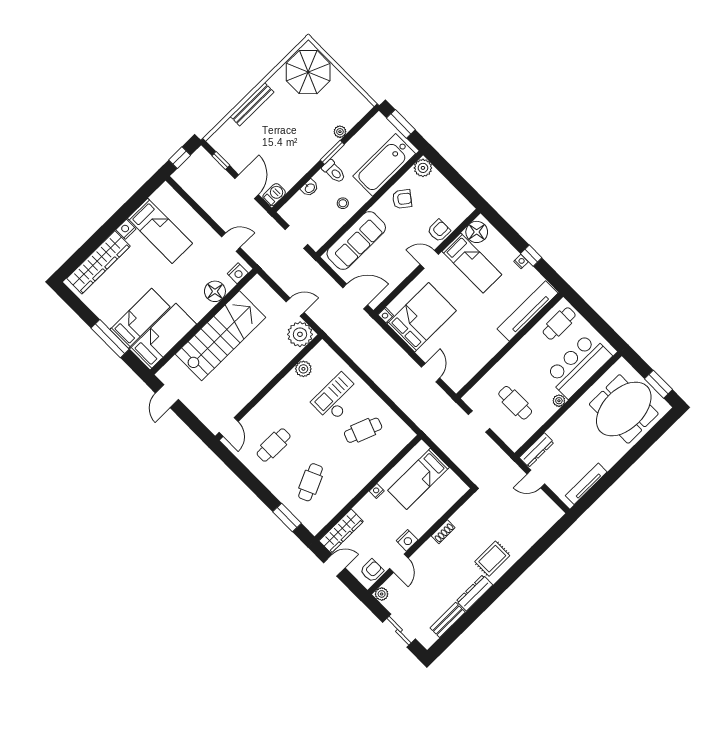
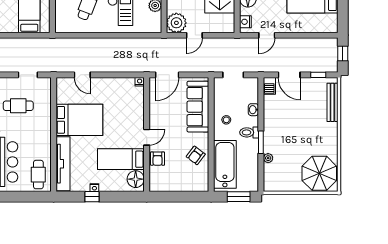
bench: (252, 104) -> (332, 102), moved
plant: (423, 168) -> (202, 185), removed
bed: (422, 317) -> (79, 120), moved, turned -90

